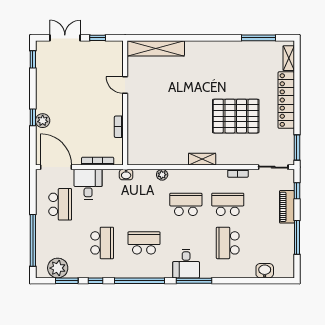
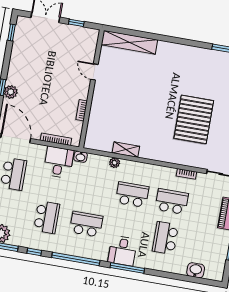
pallet: (236, 116) -> (194, 119), turned 90
shelving: (202, 159) -> (126, 150), moved
desk: (88, 184) -> (59, 162), moved

